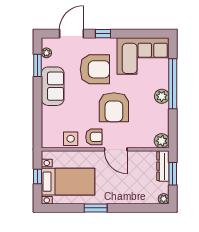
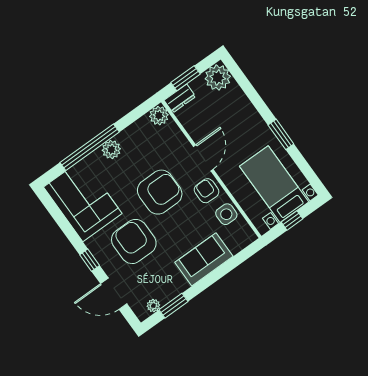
sofa: (53, 86) -> (204, 259), moved
dresser: (163, 166) -> (180, 98), width x0.70
plant: (164, 199) -> (218, 78), width x1.88, depth x1.88

